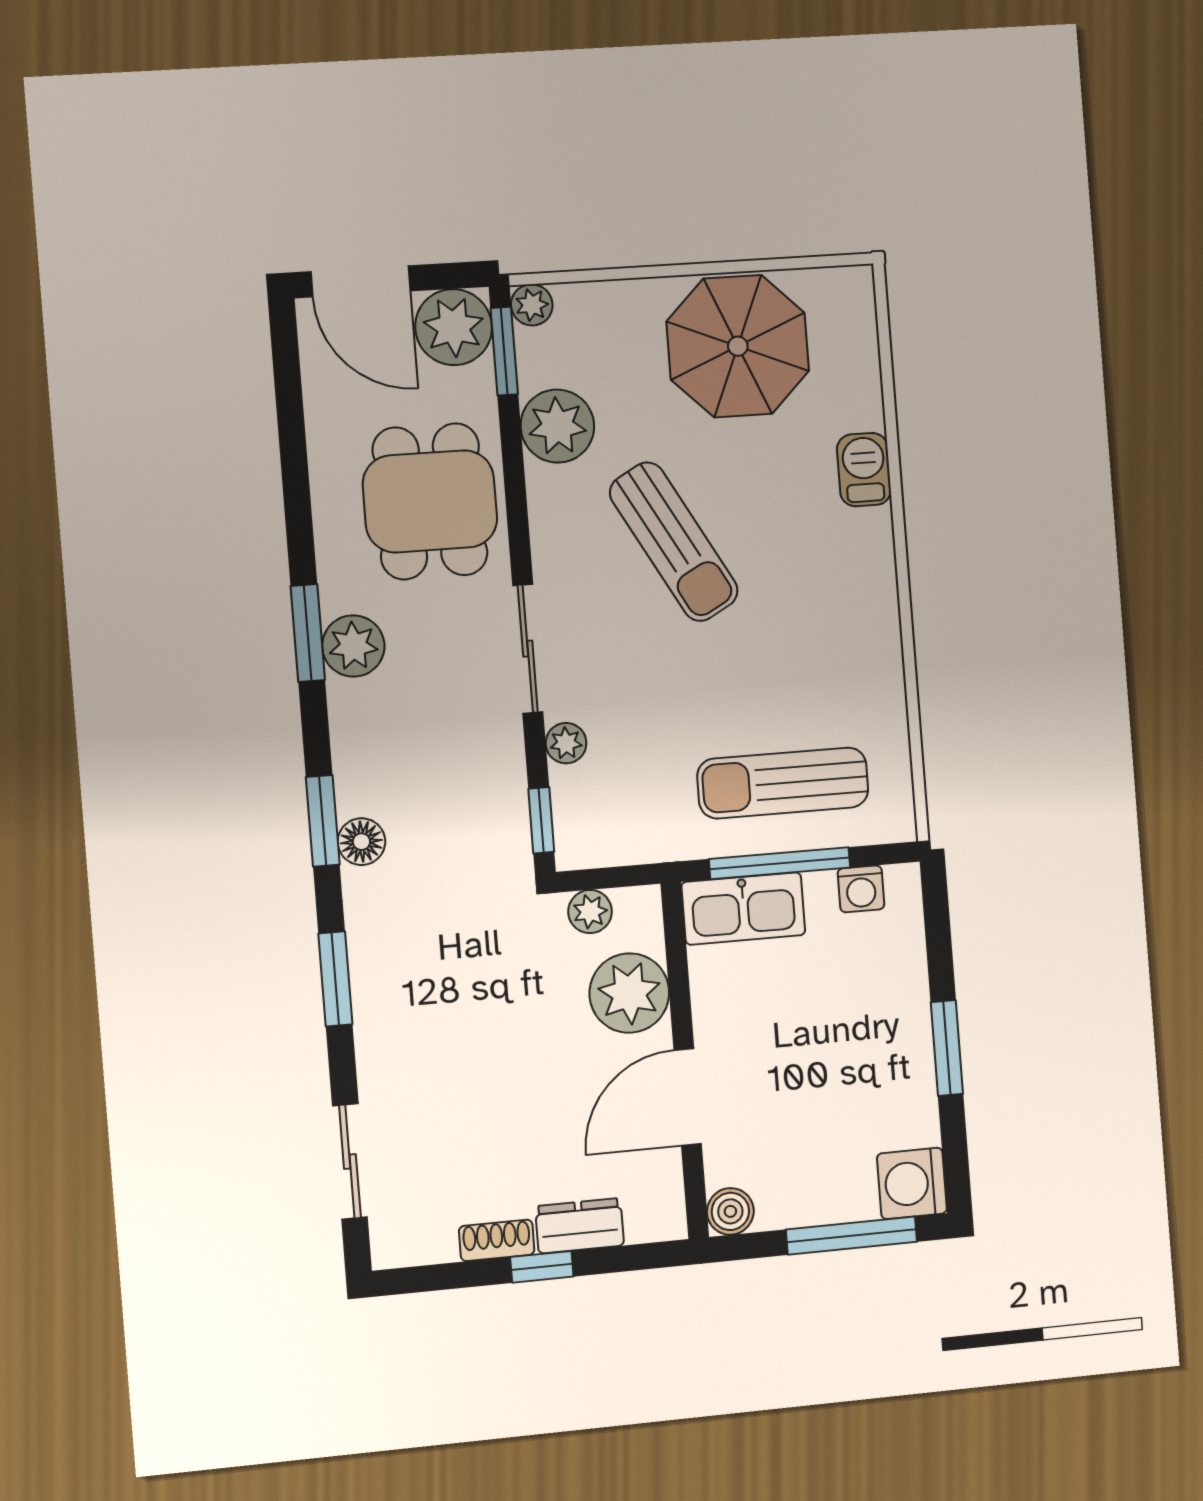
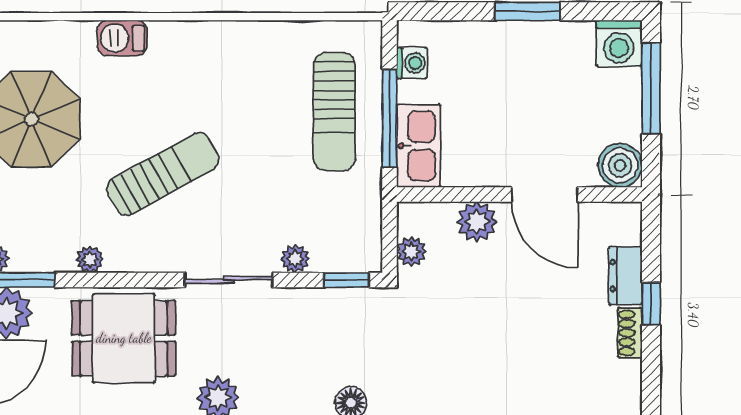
plant: (557, 426) -> (90, 259), width x0.53, depth x0.53
plant: (629, 993) -> (477, 222), width x0.73, depth x0.73
boiler: (730, 1211) -> (620, 165), width x1.36, depth x1.36

